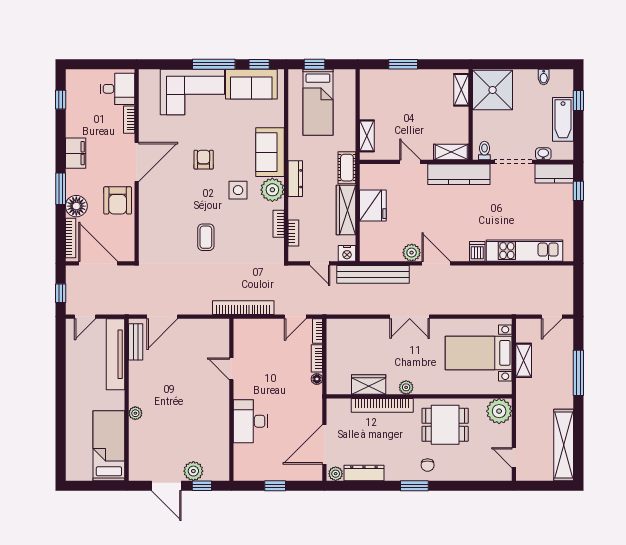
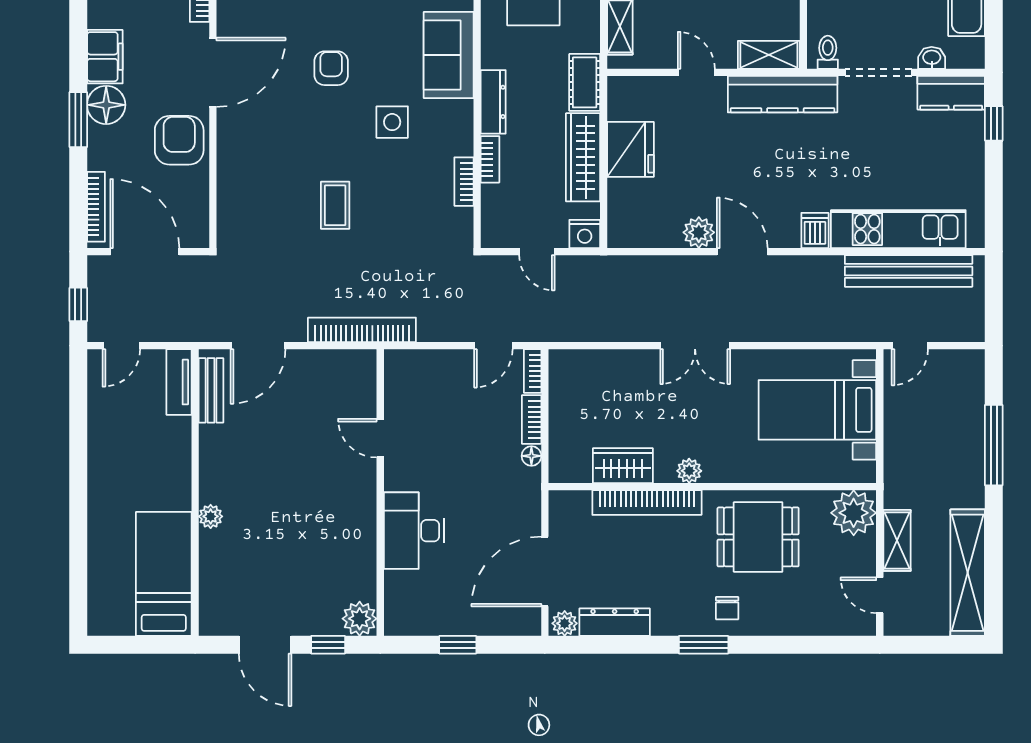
plant: (272, 190) -> (453, 121), removed
armchair: (118, 200) -> (179, 140), turned 180
floor lamp: (76, 206) -> (106, 105), moved
bookcase: (293, 233) -> (490, 159), moved
bench: (373, 274) -> (909, 271), moved
bookcase: (243, 308) -> (362, 330), moved
door: (552, 317) -> (910, 346), moved
tv unit: (116, 354) -> (179, 382), width x0.52, depth x0.78
shelving: (524, 360) -> (897, 540), moved
plant: (193, 471) -> (360, 619), moved

